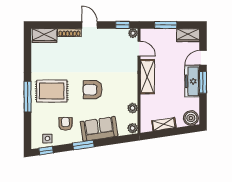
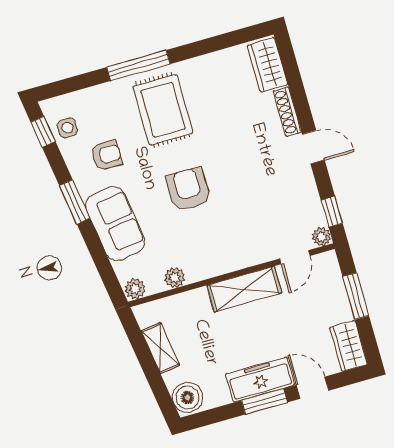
door: (90, 25) -> (313, 147), hinge flipped

